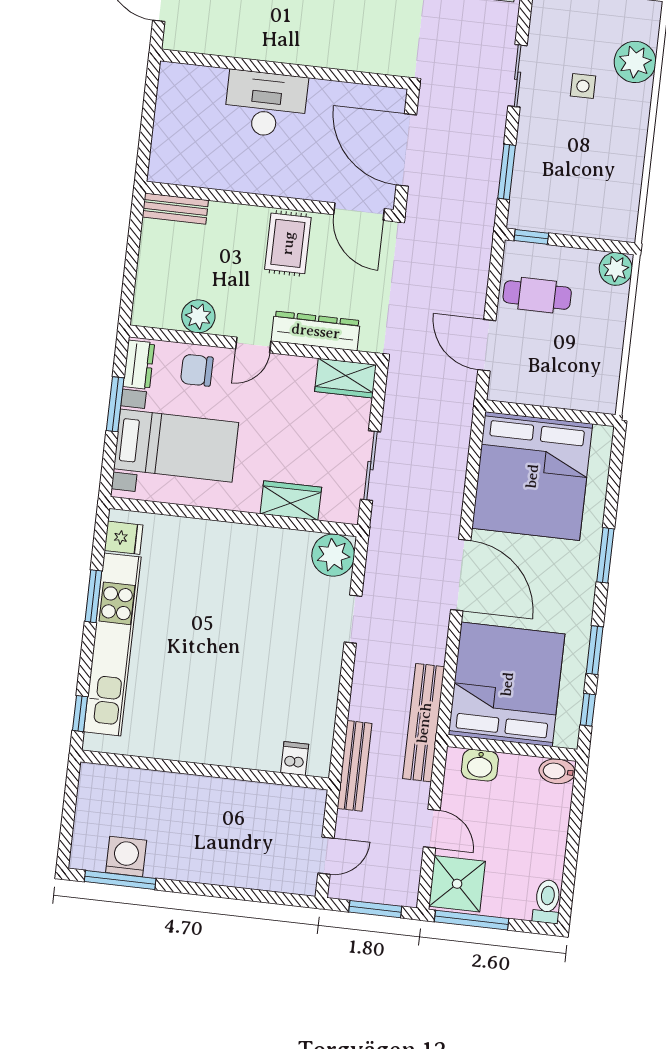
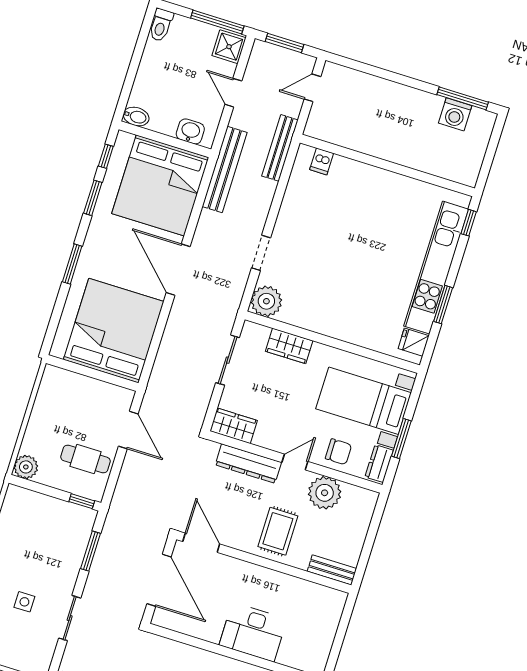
rug: (288, 243) -> (278, 531), moved
plant: (198, 316) -> (325, 493), width x1.36, depth x1.36
shower: (457, 884) -> (229, 47), width x0.73, depth x0.73

